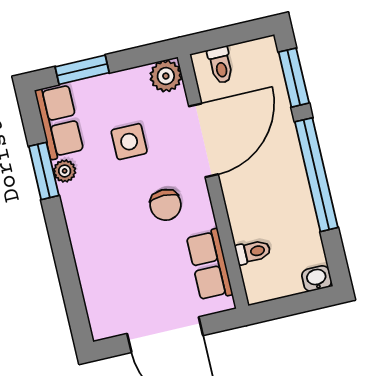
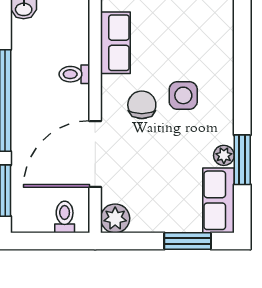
side table: (129, 142) -> (183, 95), moved
toilet: (253, 252) -> (74, 74), moved

